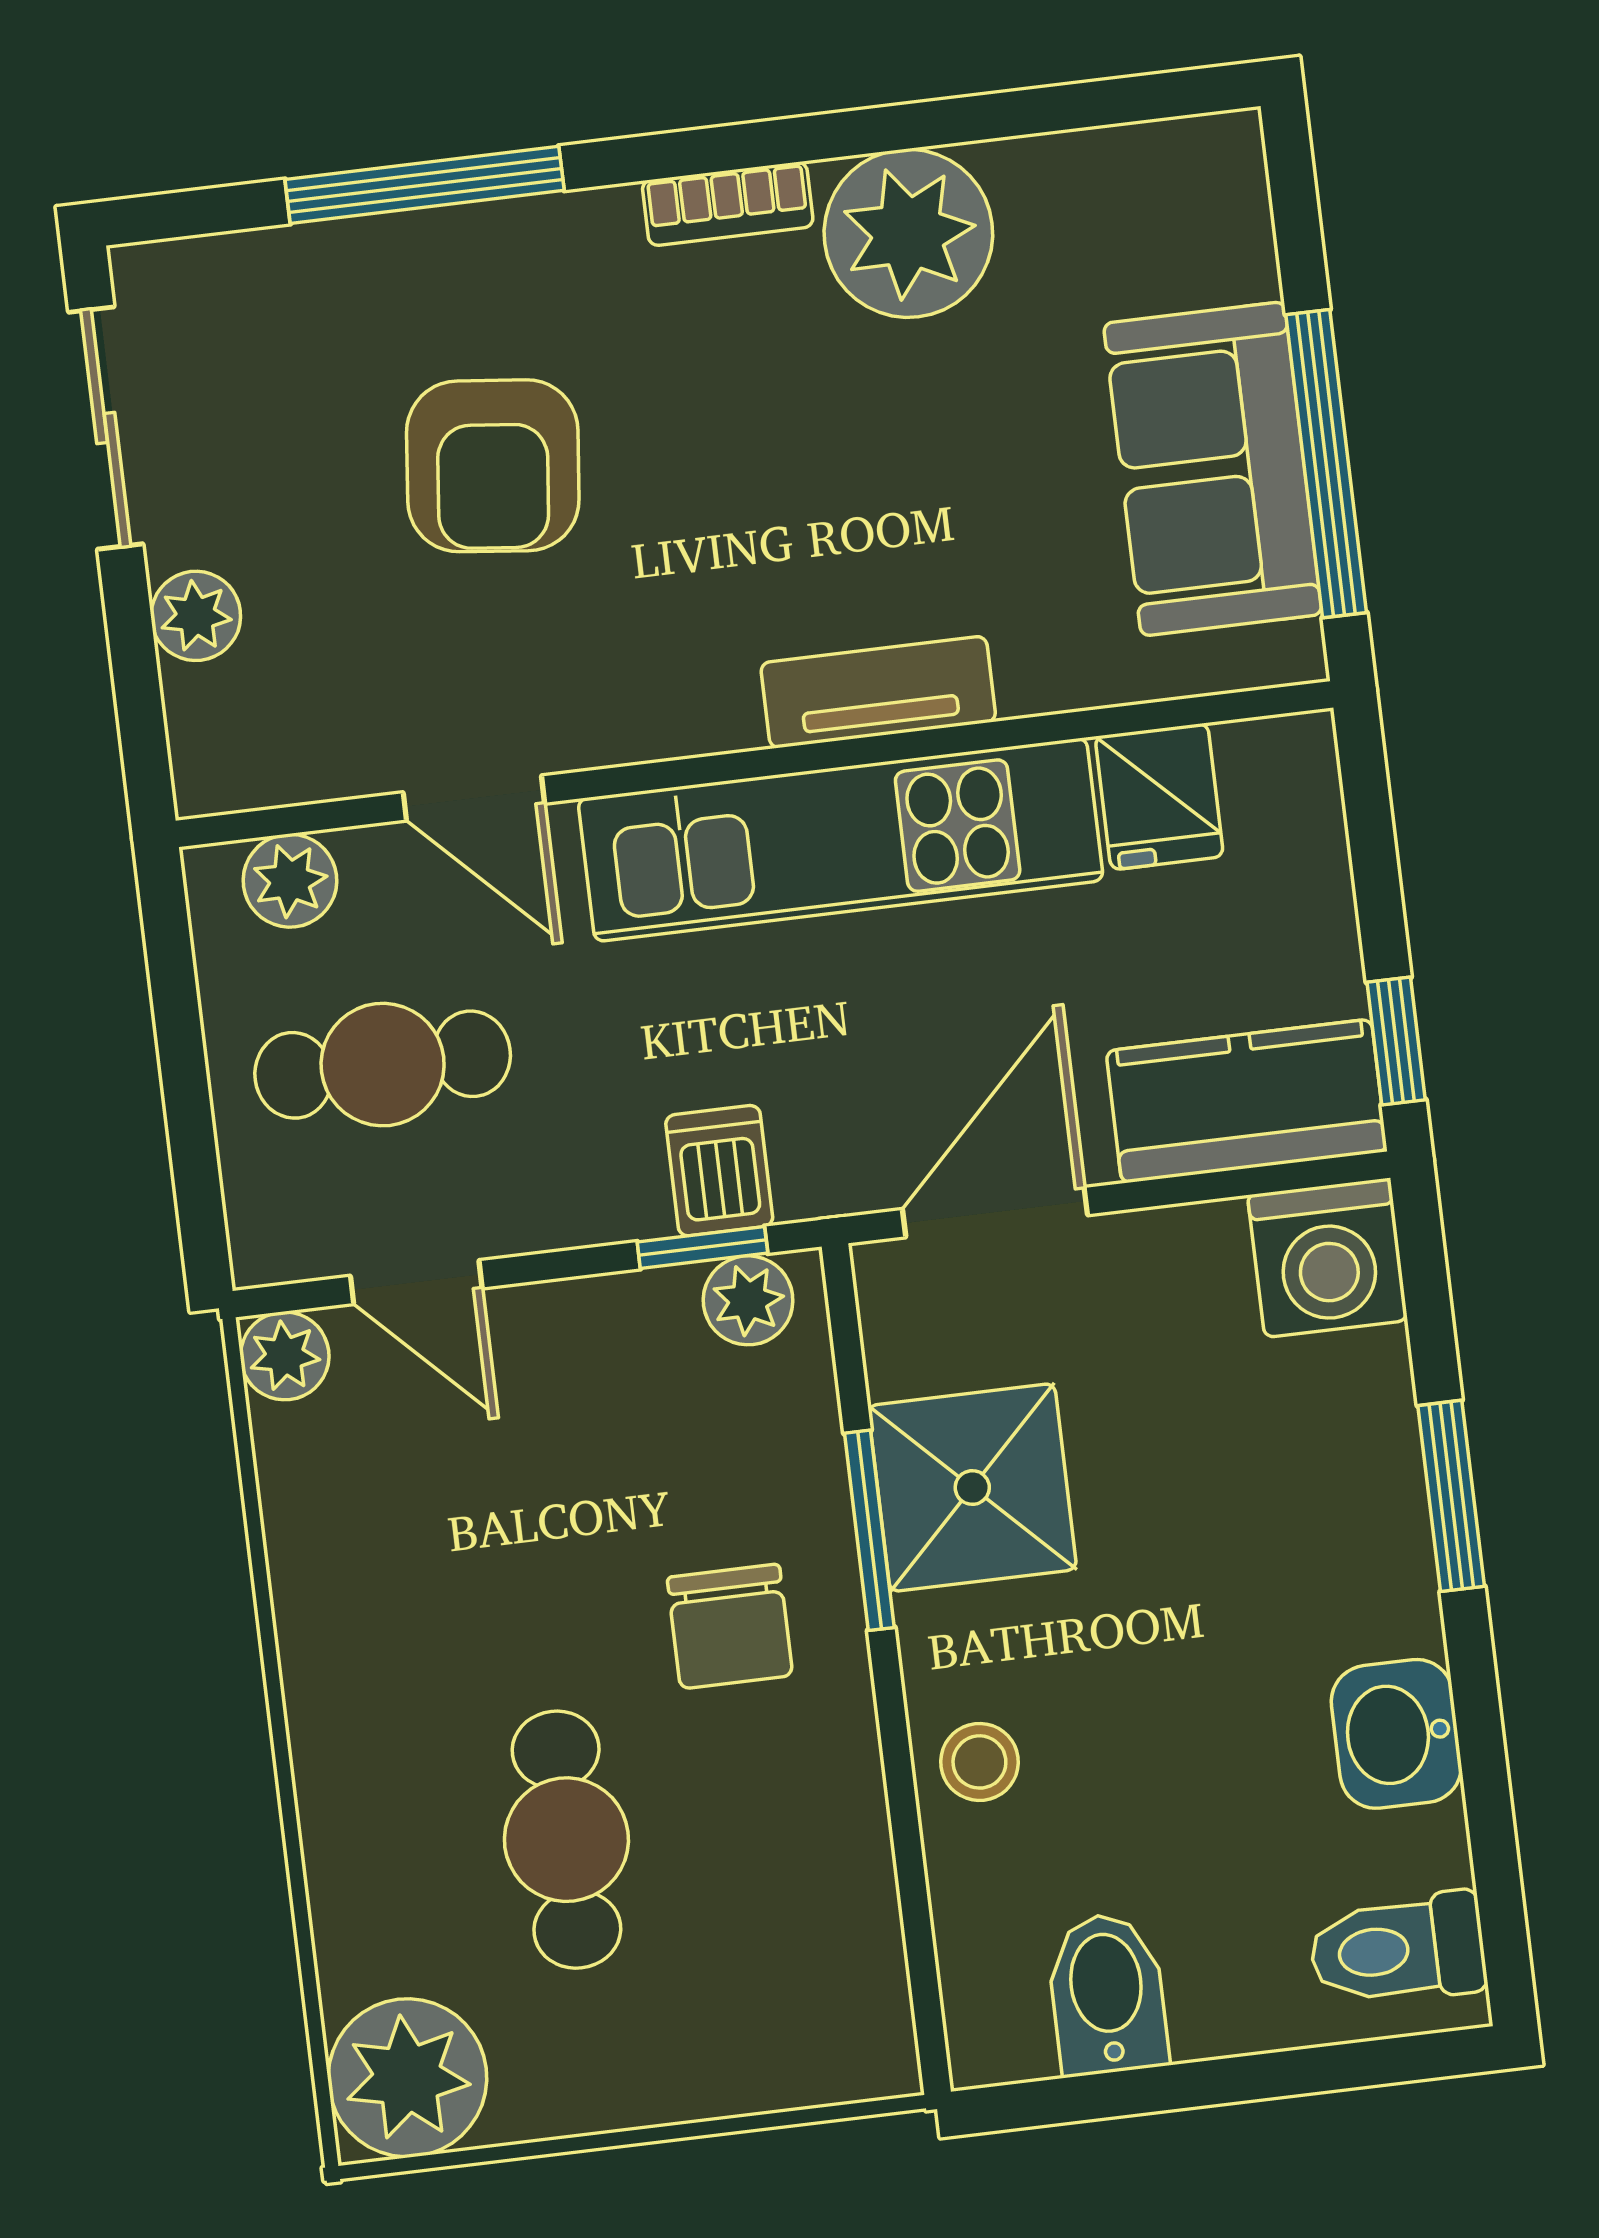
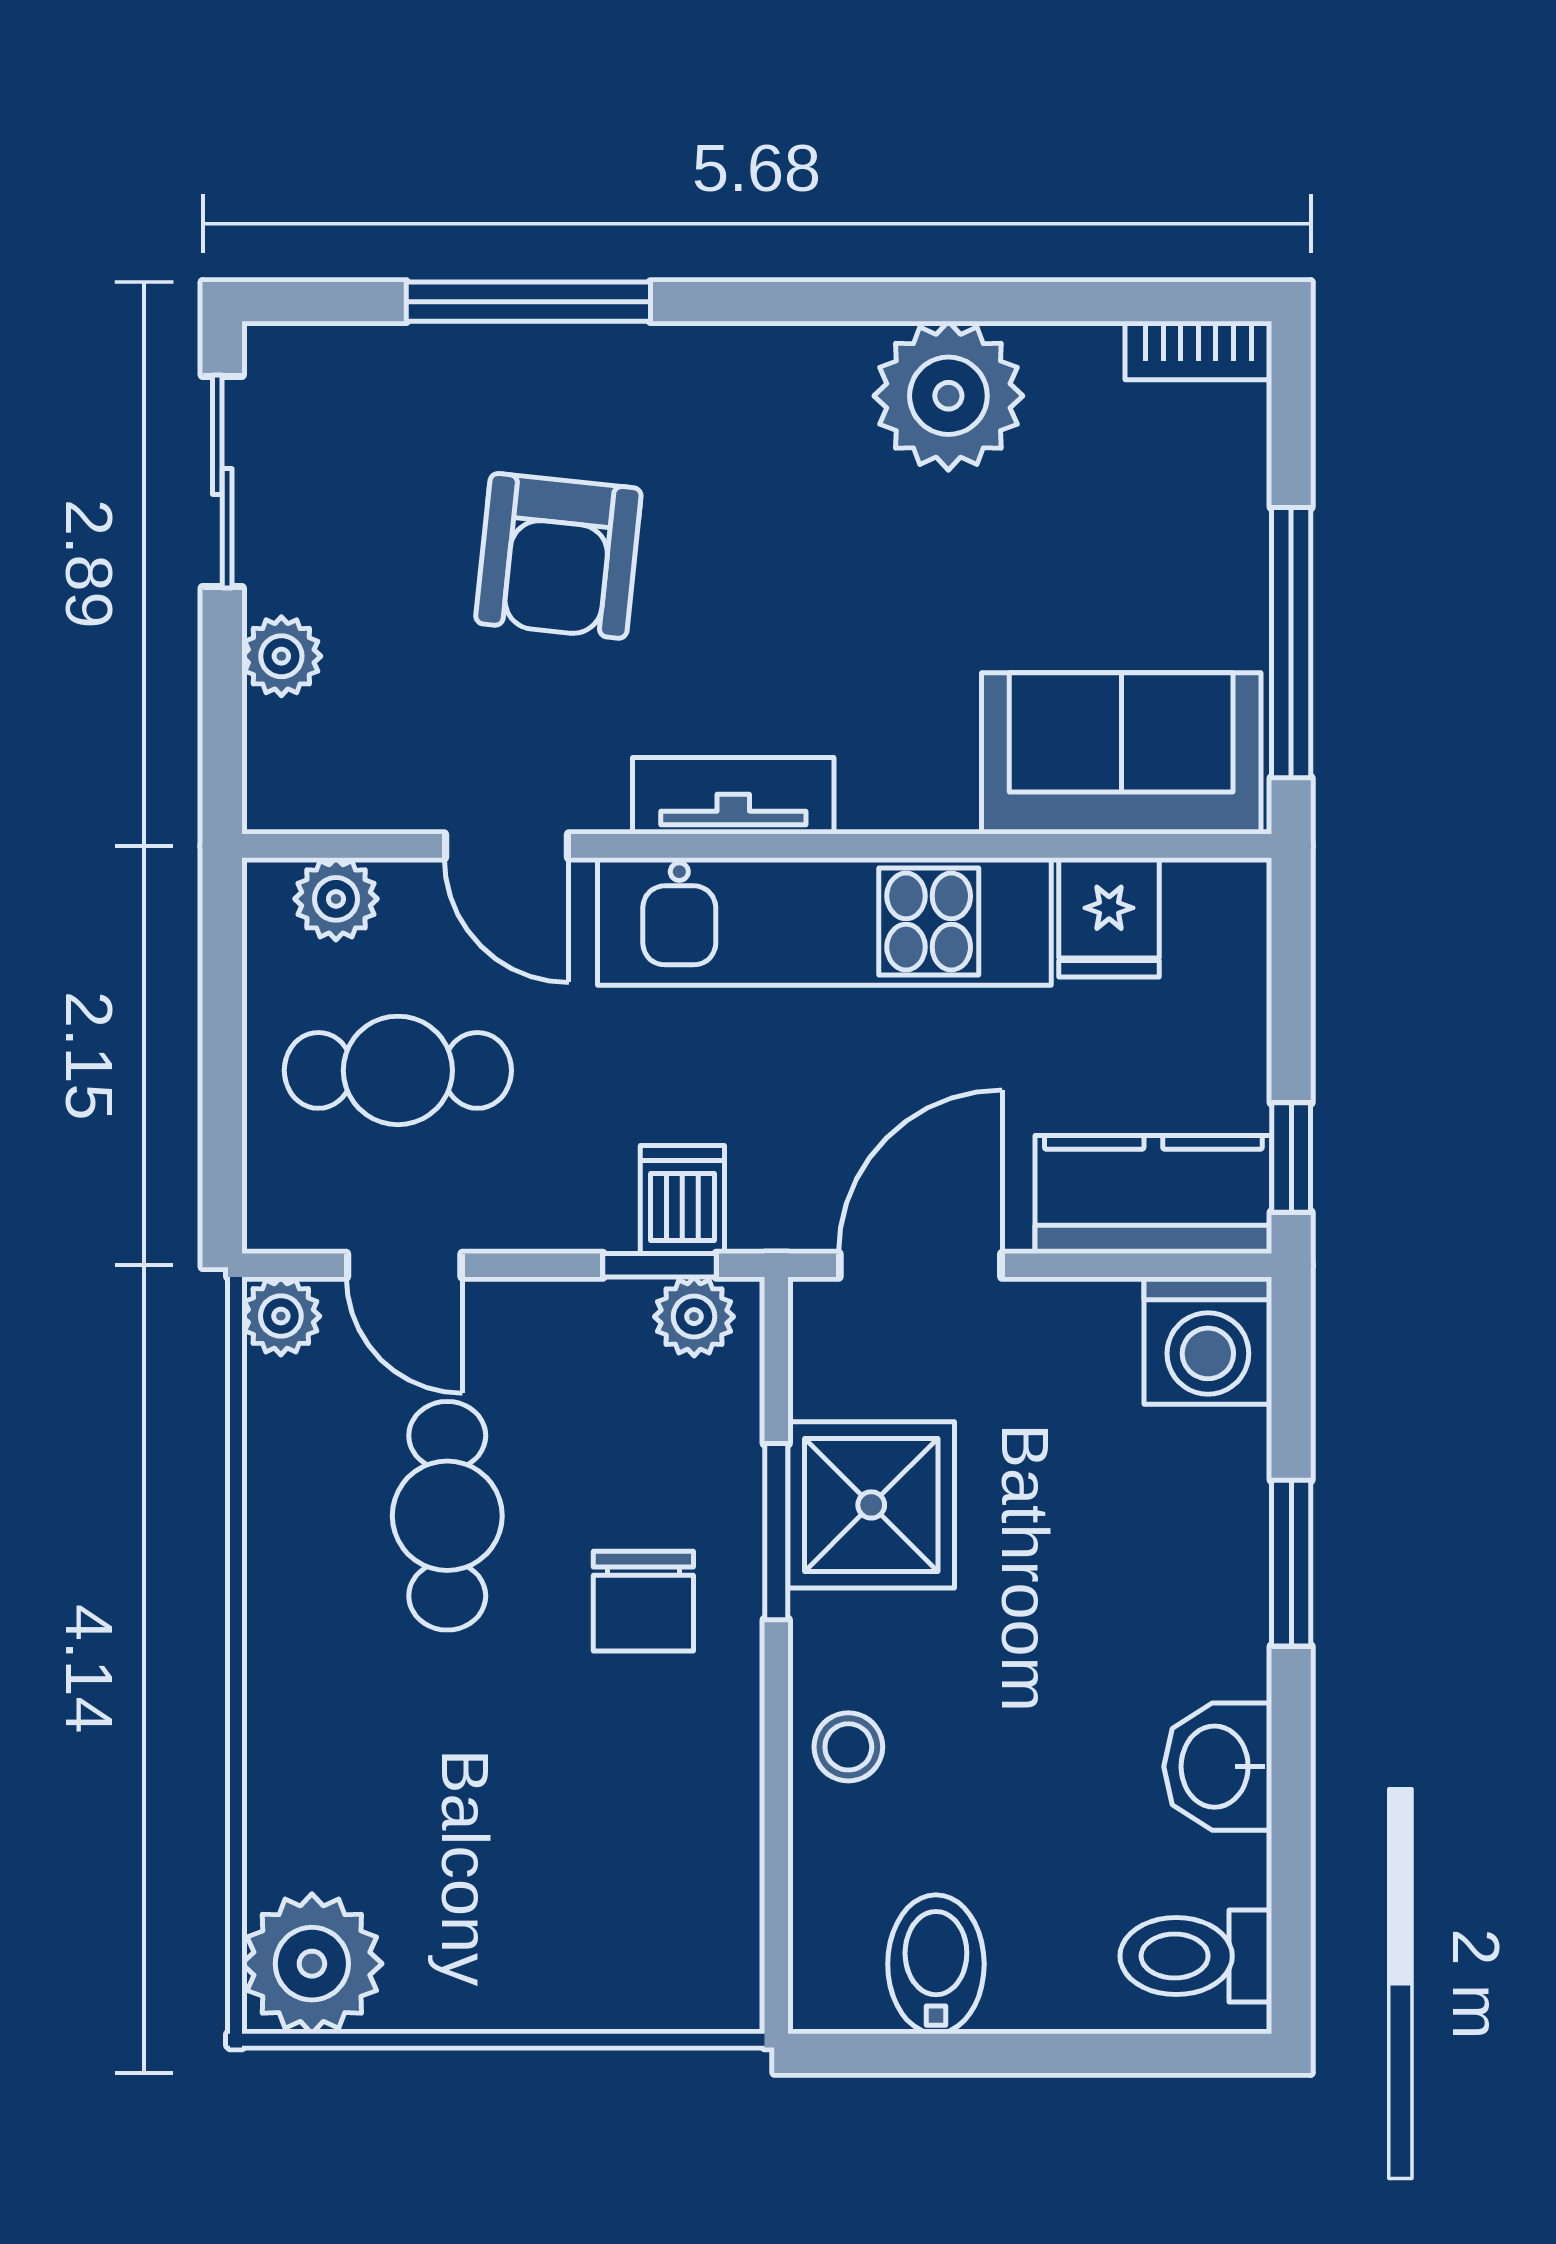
bookcase: (728, 204) -> (1198, 350), moved
sofa: (1213, 469) -> (1121, 753), moved, turned 90
tv unit: (878, 692) -> (733, 796), moved
cafe table: (566, 1840) -> (447, 1516), moved

